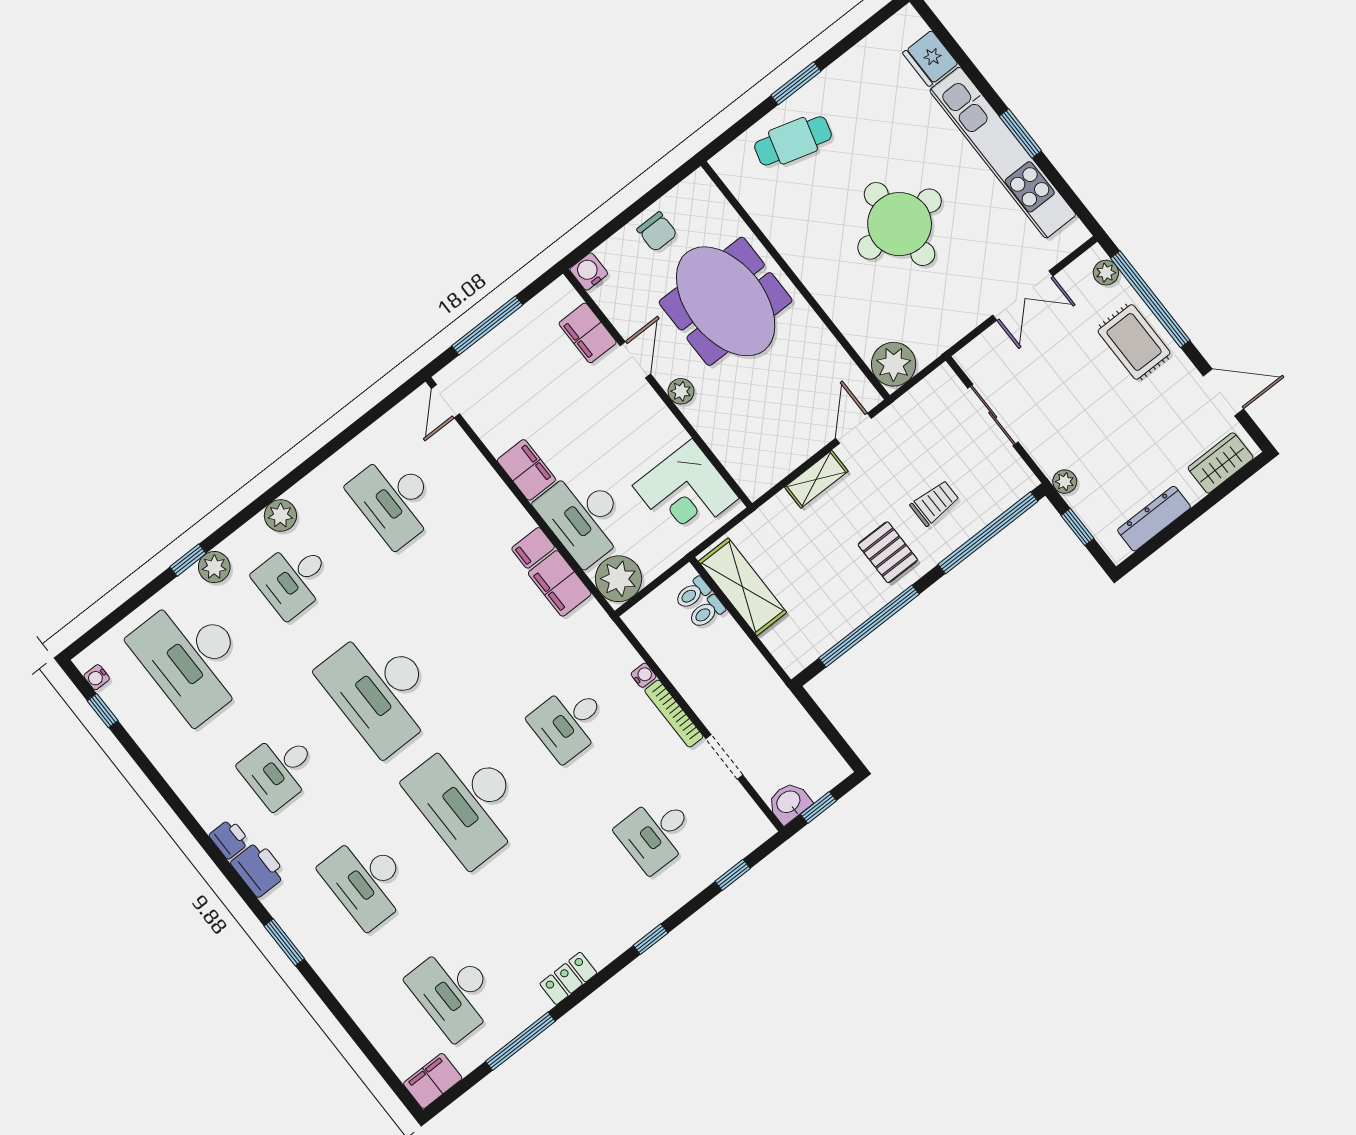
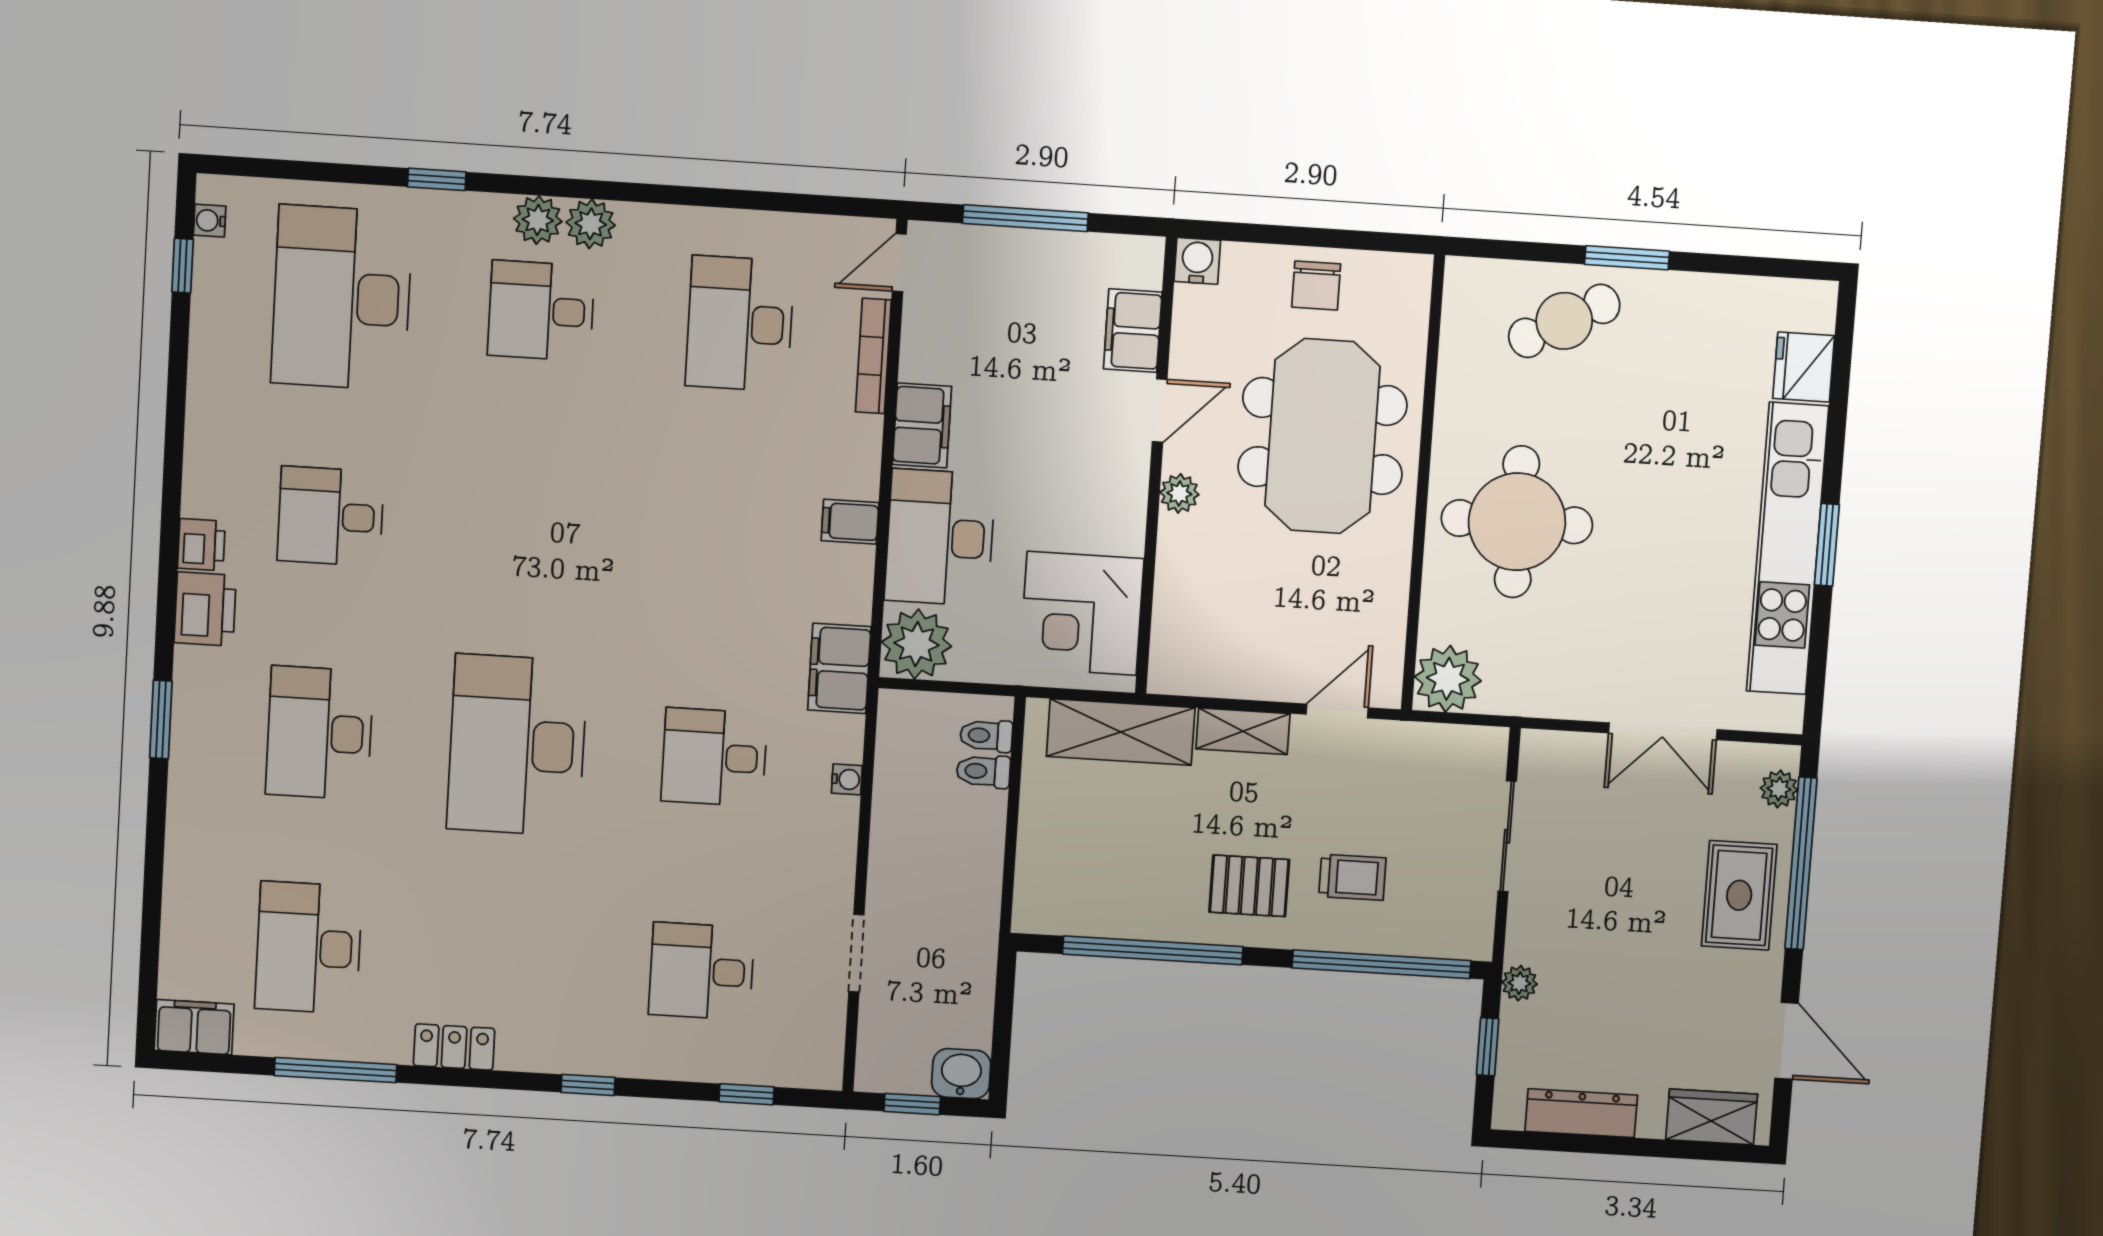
cafe table: (793, 141) -> (1564, 321), turned -44
round table: (900, 224) -> (1517, 522), moved
pallet: (888, 552) -> (1249, 886), turned 90
plant: (214, 567) -> (538, 220), moved
filing cabinet: (560, 583) -> (839, 668), moved
shelving: (742, 587) -> (1121, 732), moved, turned 90
desk: (381, 690) -> (529, 529), removed
bookcase: (674, 714) -> (873, 356), moved
washbasin: (789, 802) -> (961, 1074), moved

